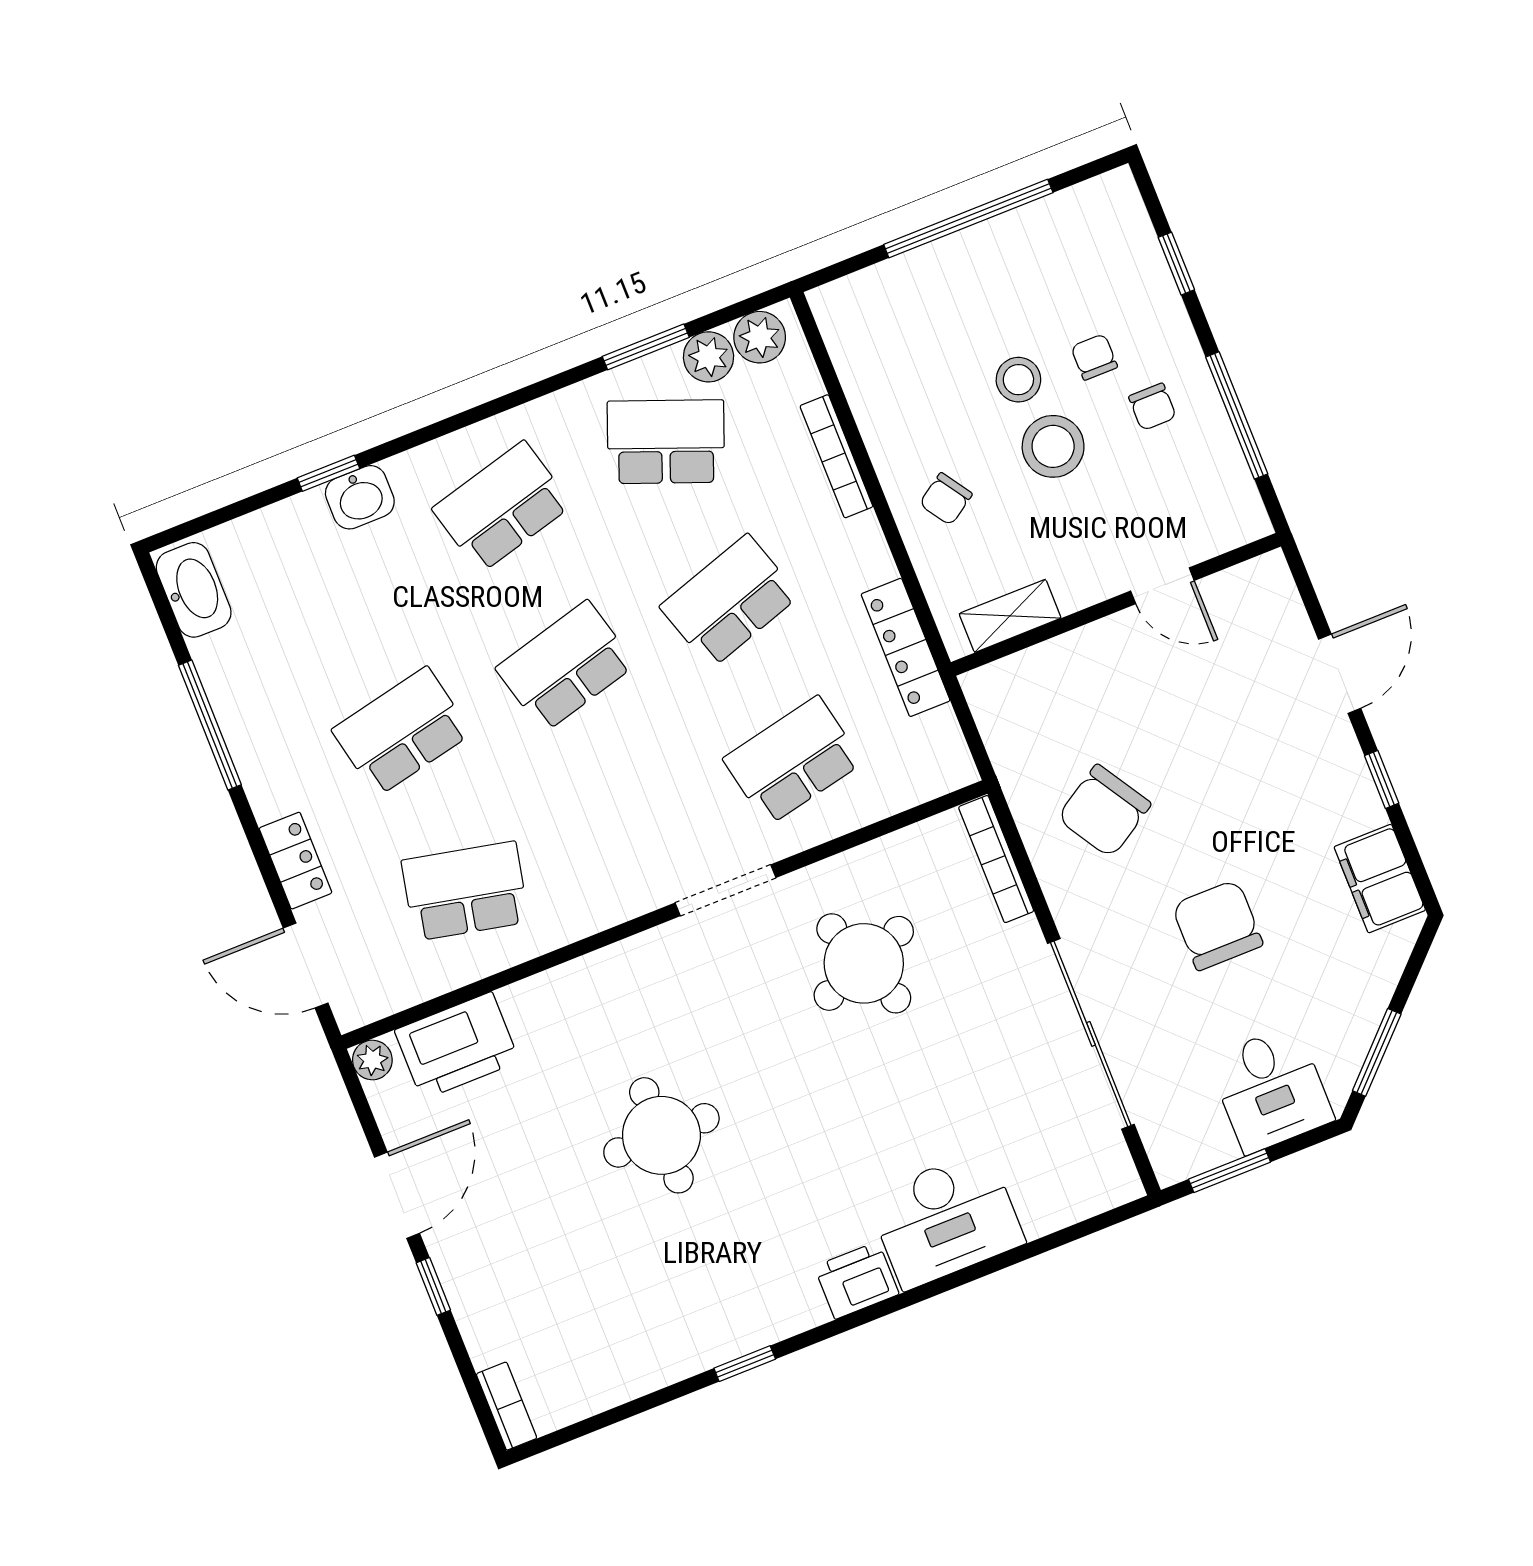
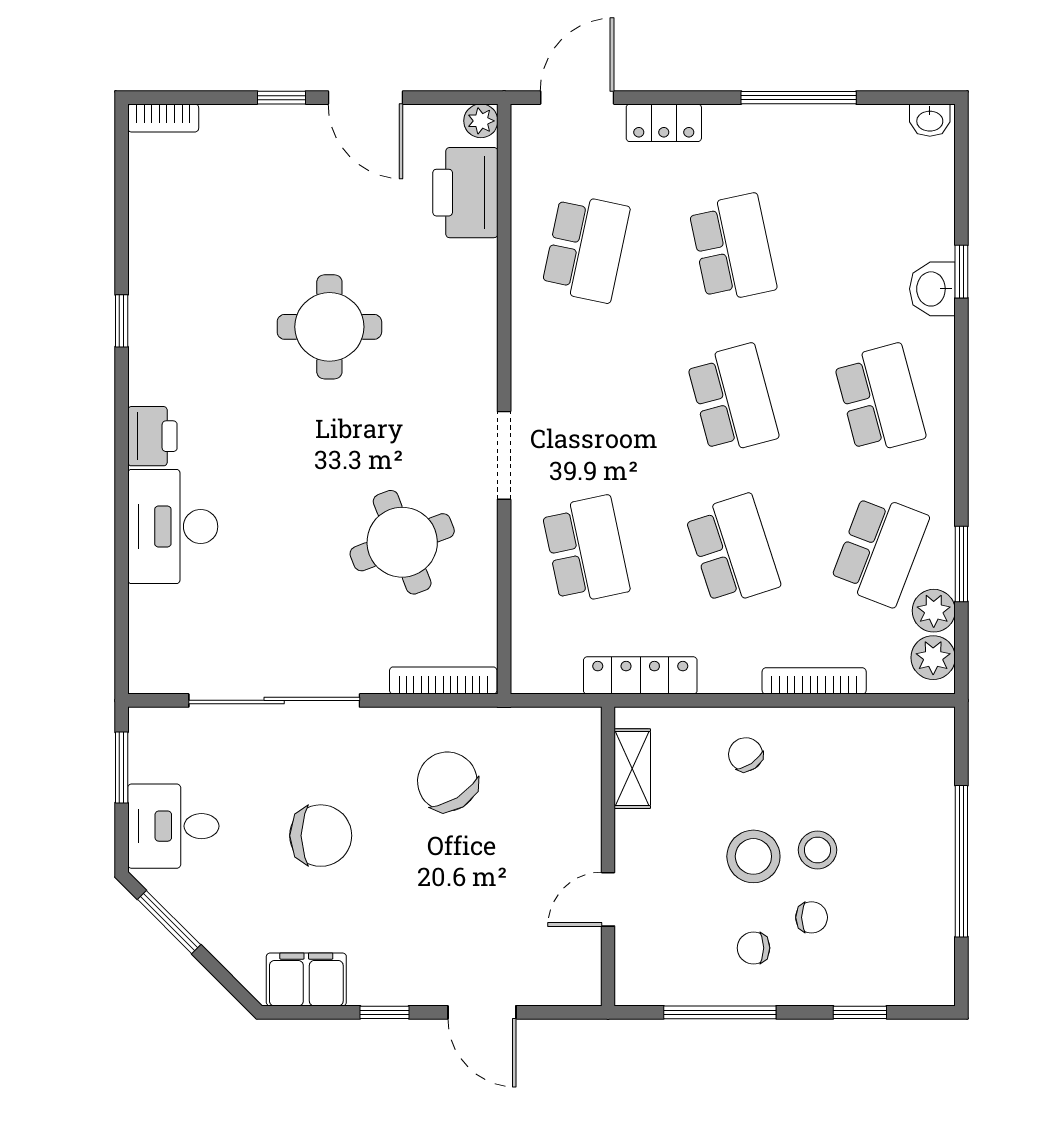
washbasin: (194, 590) -> (930, 120), width x0.52, depth x0.69

